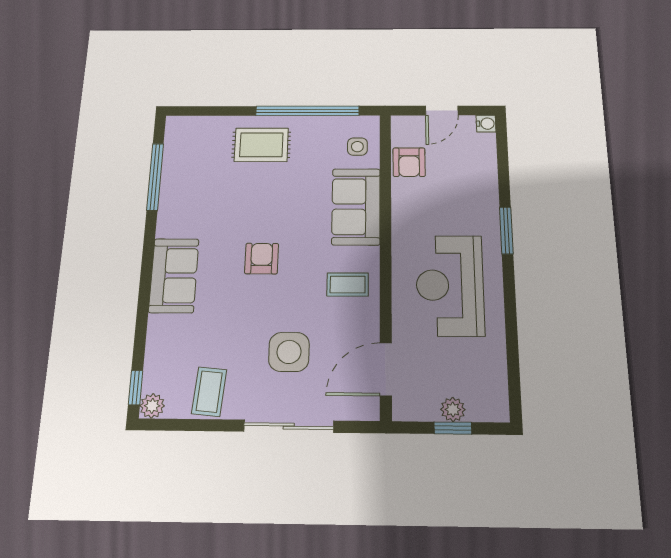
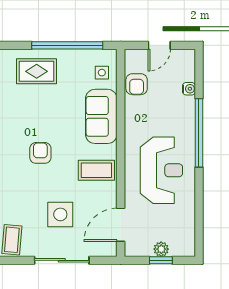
water cooler: (486, 124) -> (189, 89), moved
window: (506, 230) -> (199, 133), width x2.11
coffee table: (348, 285) -> (96, 170), width x1.36, depth x1.30
reception desk: (450, 285) -> (161, 170), turned 180

